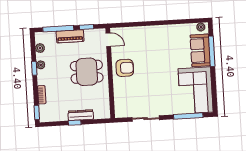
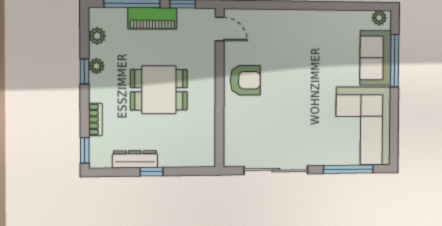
dining table: (87, 72) -> (159, 90), moved
dresser: (81, 115) -> (135, 159), moved
sliding door: (146, 119) -> (276, 170), width x1.37

